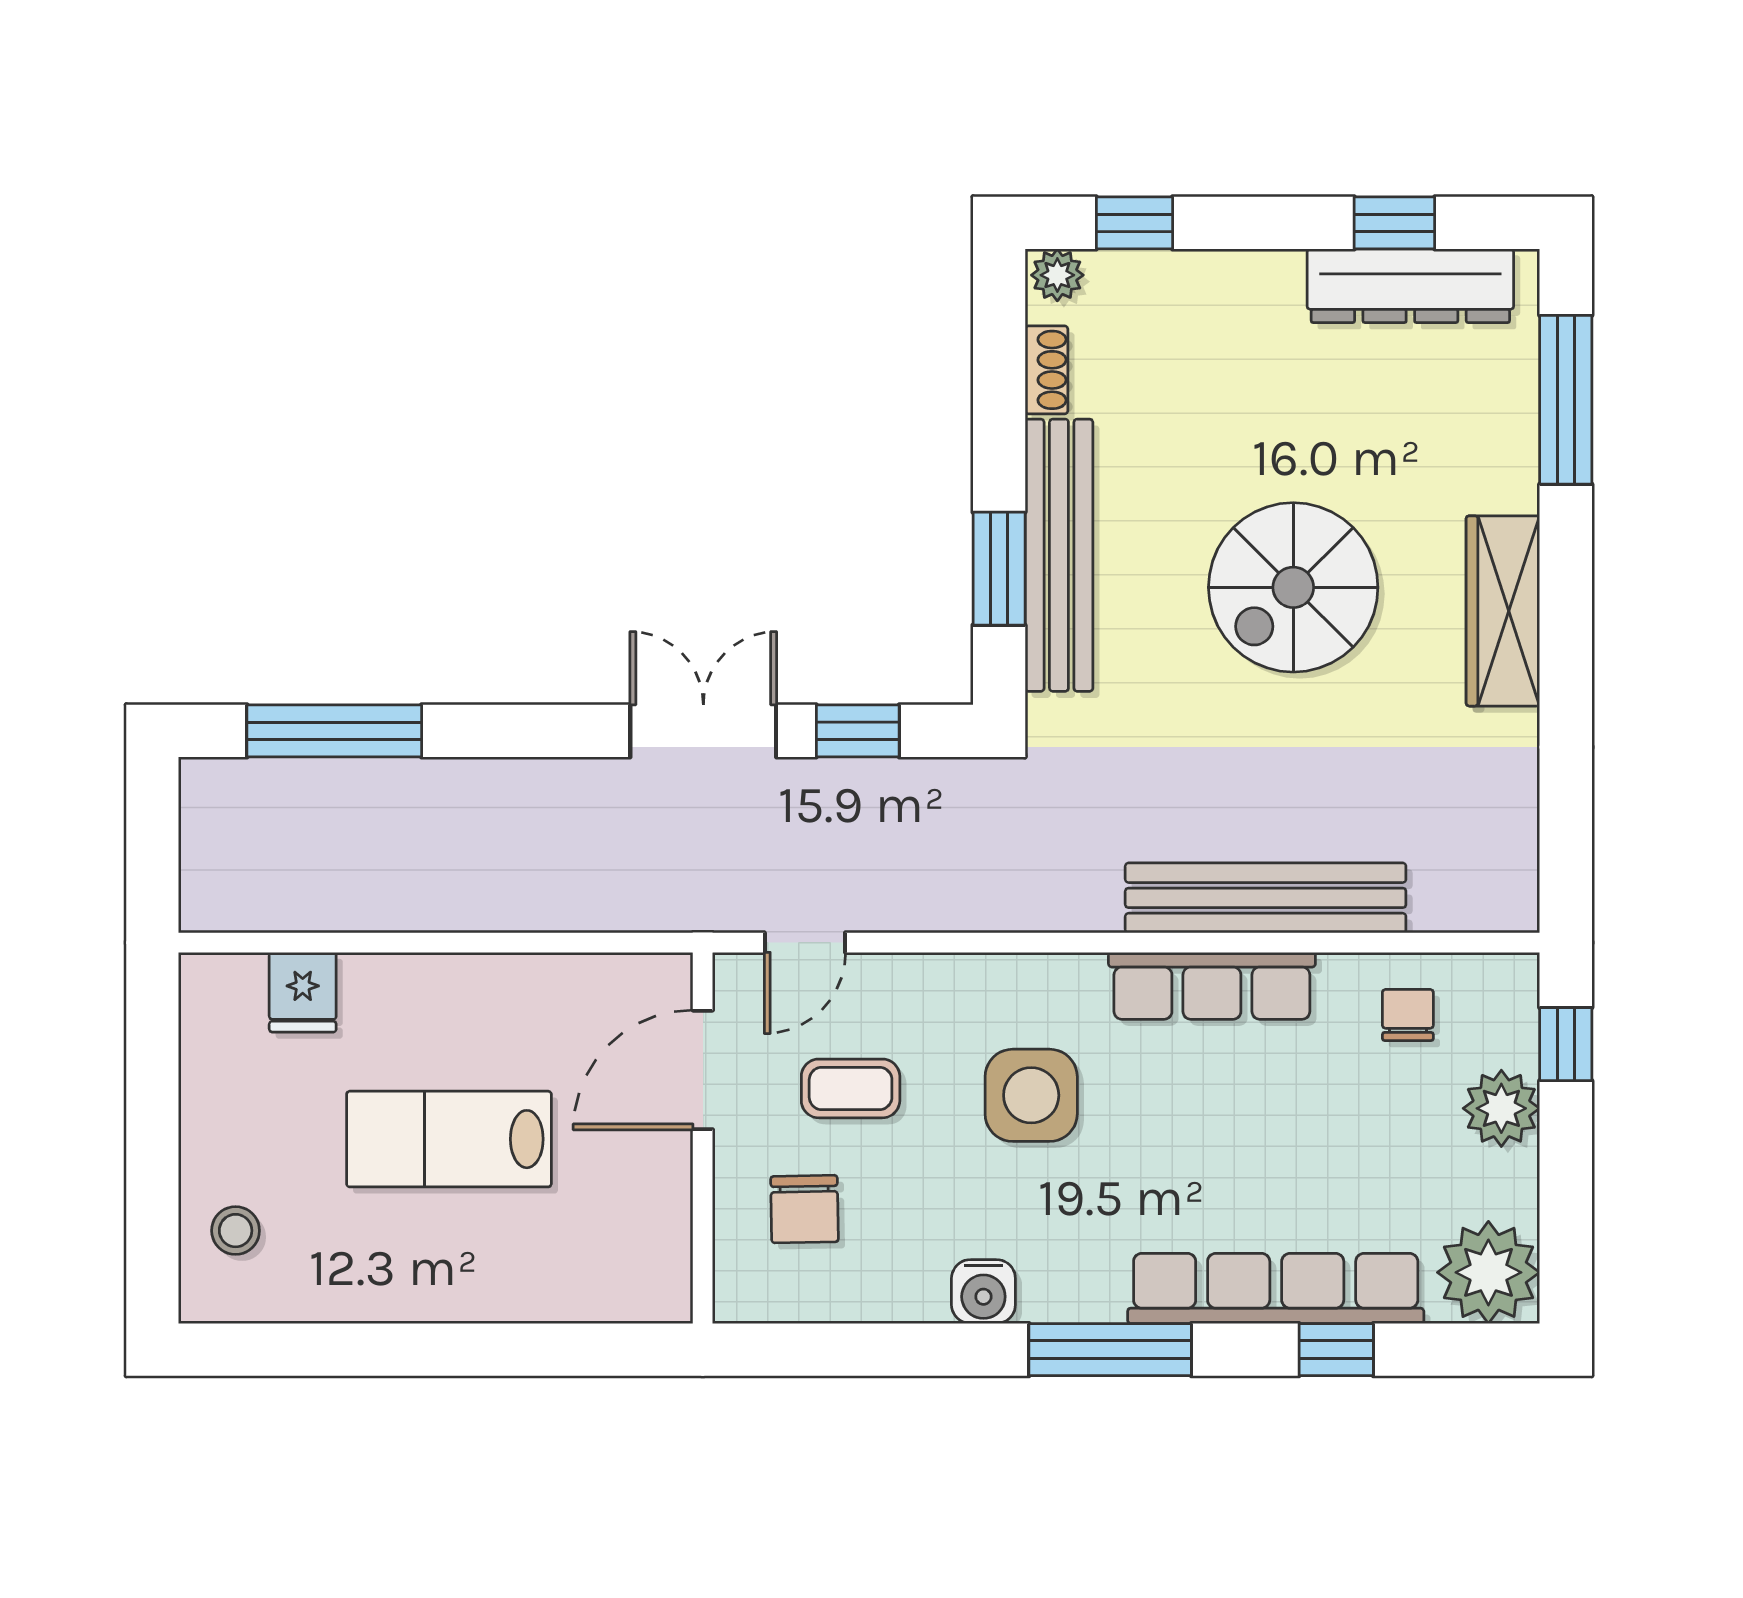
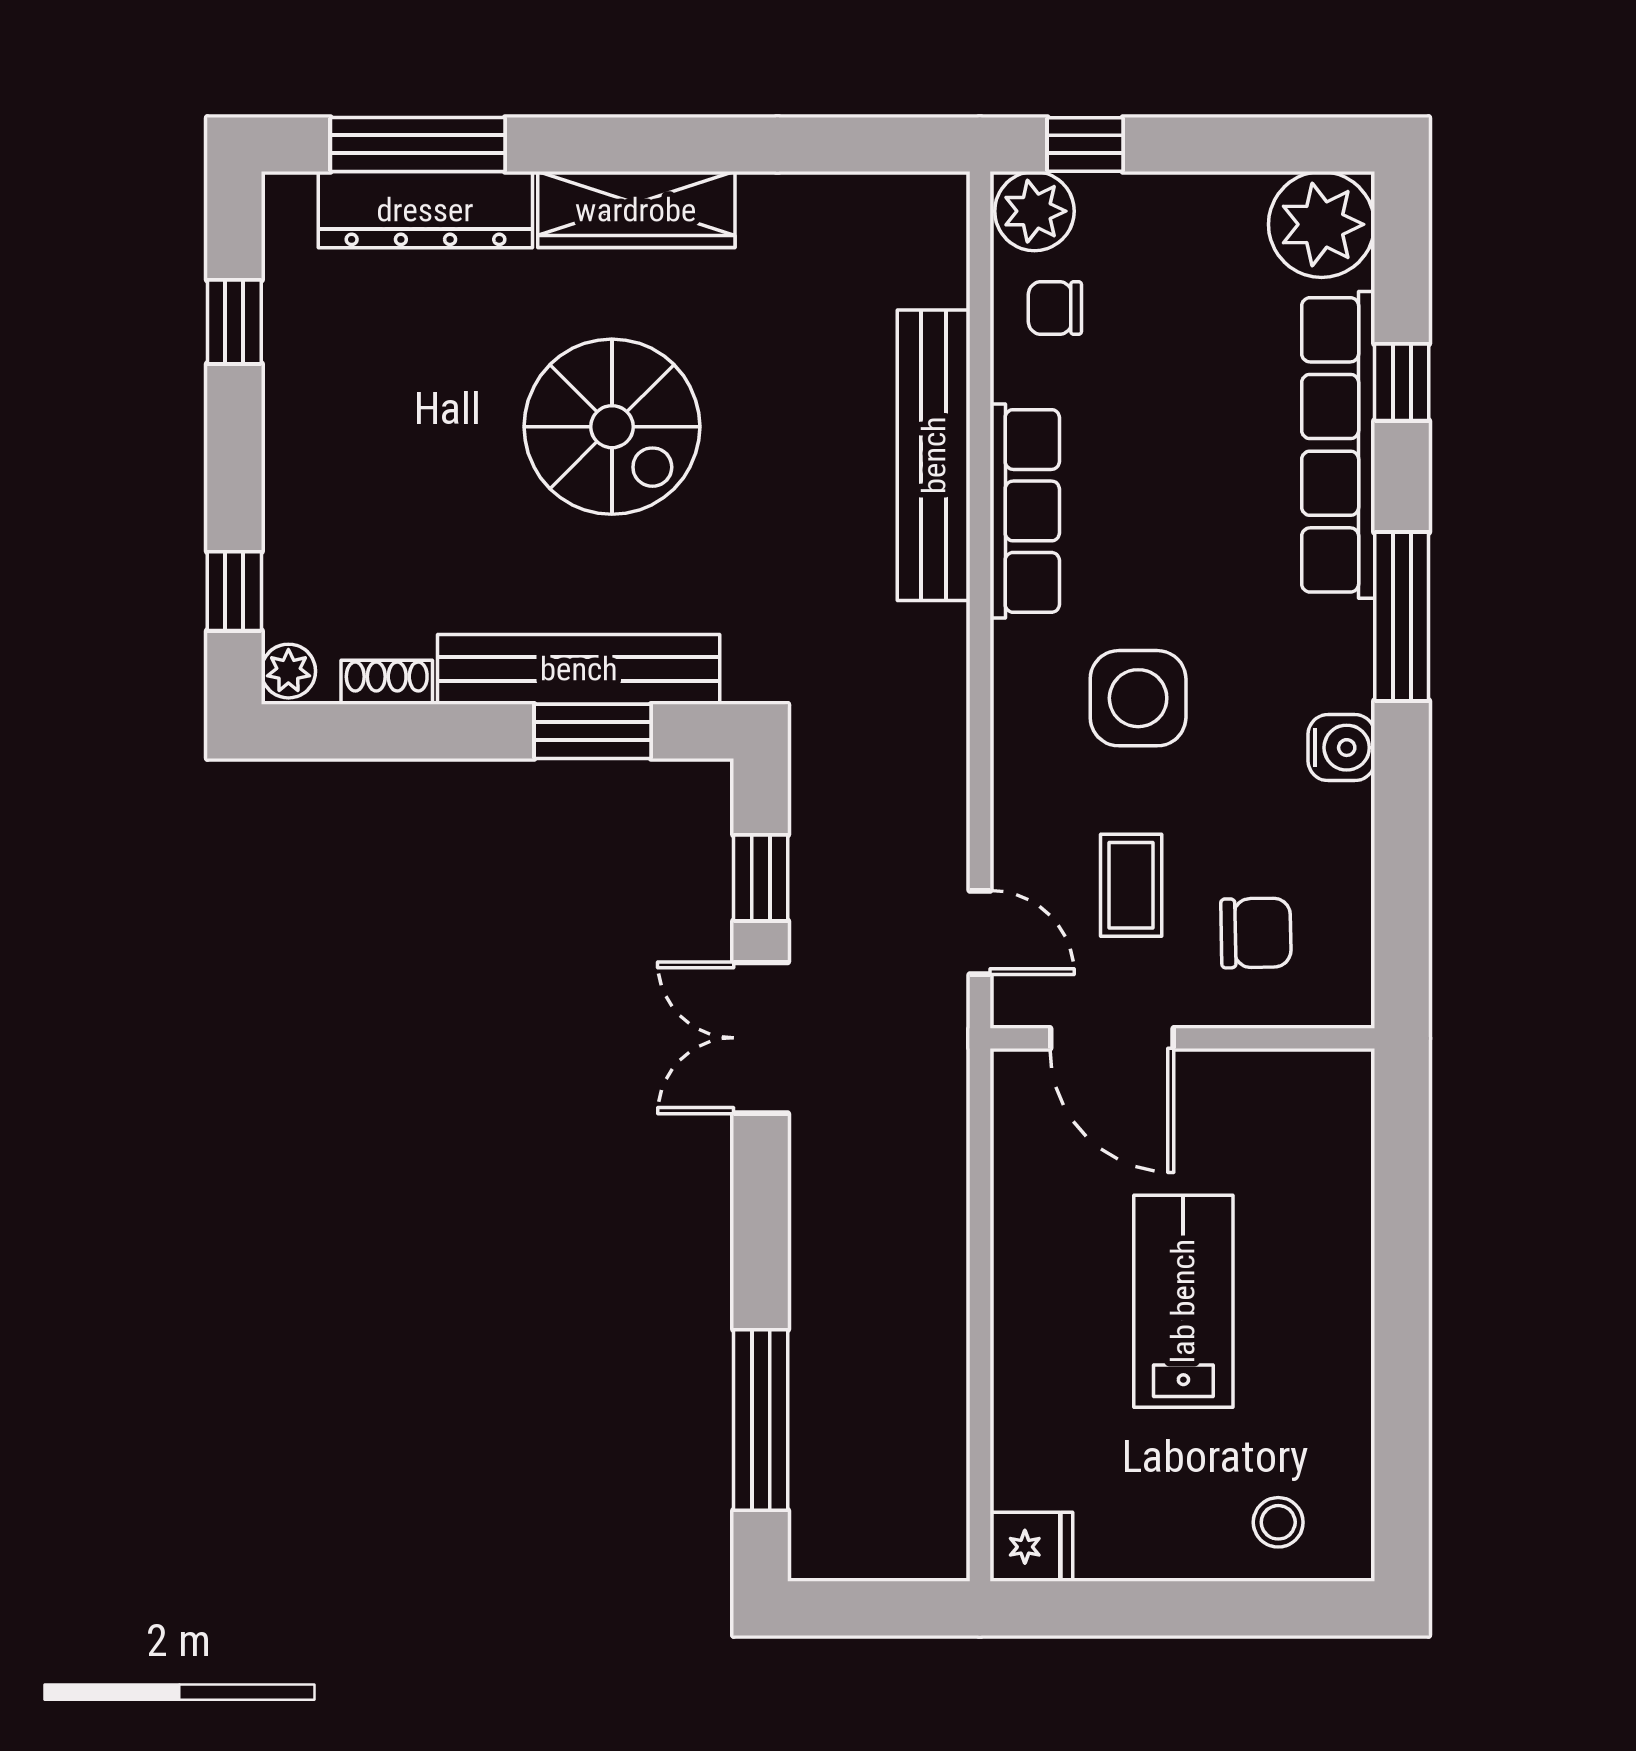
dresser: (1410, 286) -> (425, 210), moved, turned 90
fridge: (303, 992) -> (1031, 1547), moved
plant: (1501, 1108) -> (1034, 211), moved
lab bench: (449, 1139) -> (1183, 1301), turned 180

